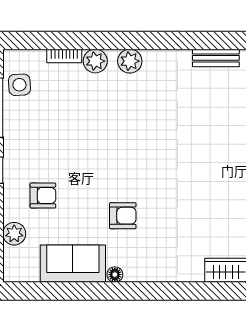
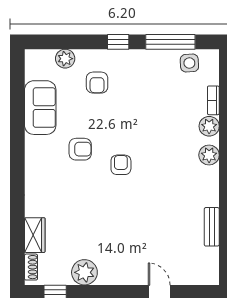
armchair: (142, 167) -> (121, 165), added
armchair: (123, 216) -> (80, 149), turned -90
floor lamp: (115, 275) -> (31, 143), removed

